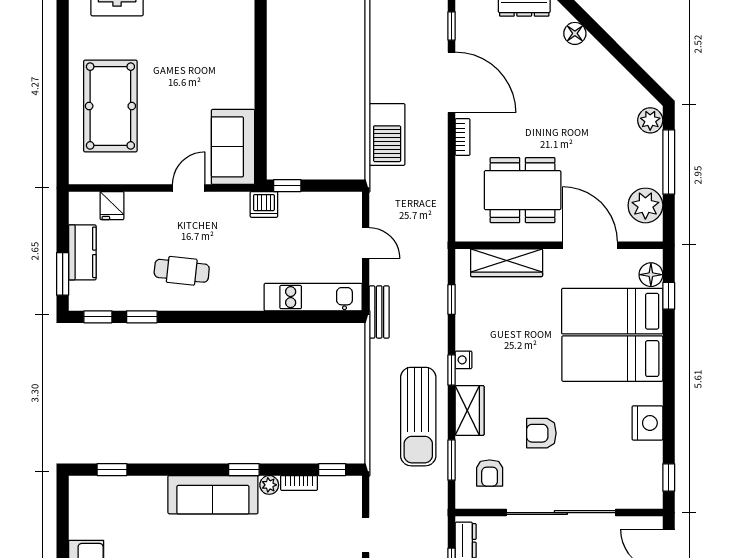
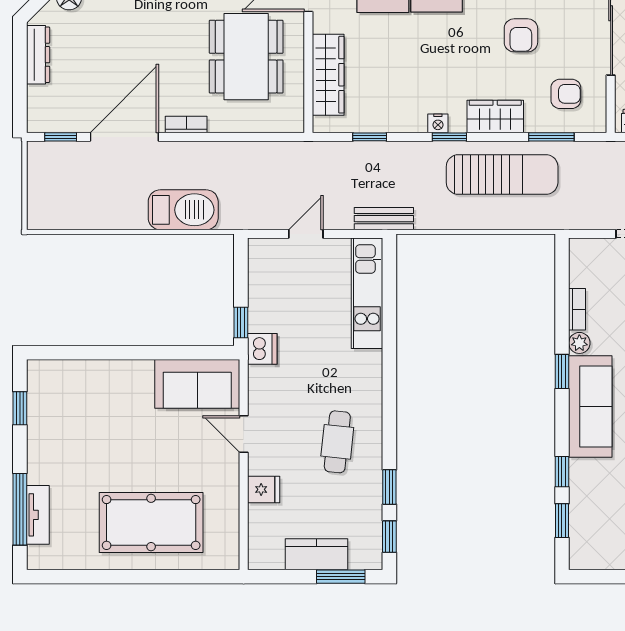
fridge: (112, 206) -> (264, 489), moved
window: (332, 470) -> (562, 472), moved

